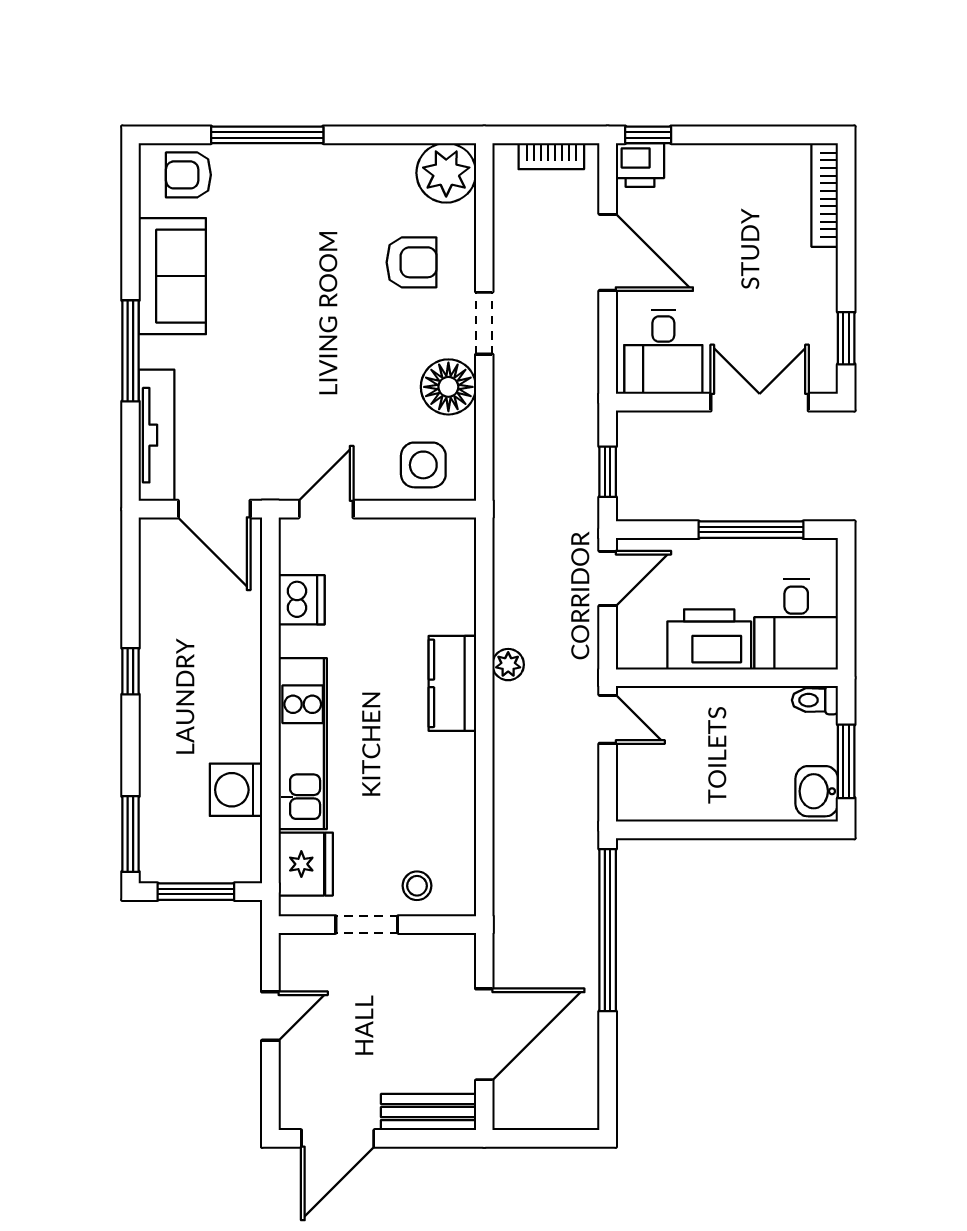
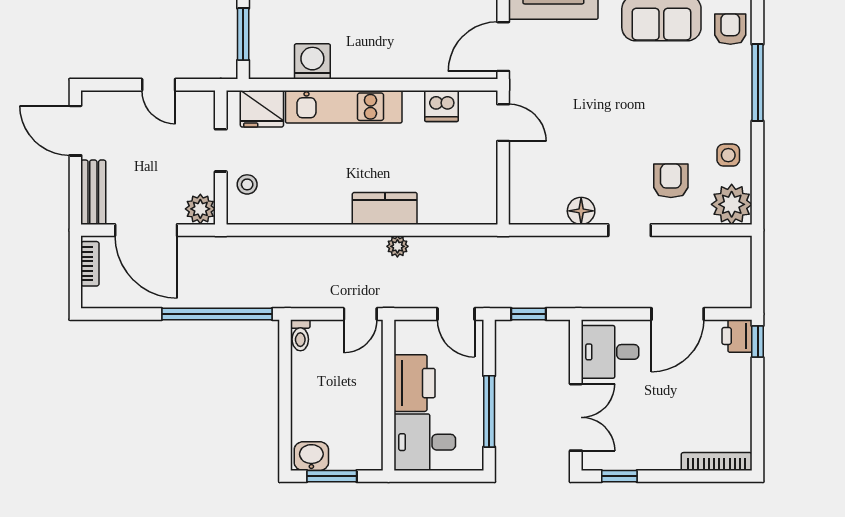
bookcase: (551, 156) -> (90, 264), moved, turned 180
armchair: (412, 262) -> (671, 181), turned 180
floor lamp: (448, 387) -> (581, 211), width x0.73, depth x0.73
side table: (423, 465) -> (728, 155), moved, width x0.73, depth x0.73
toilet: (815, 700) -> (300, 335), moved, turned 180
plant: (453, 955) -> (200, 209), added

